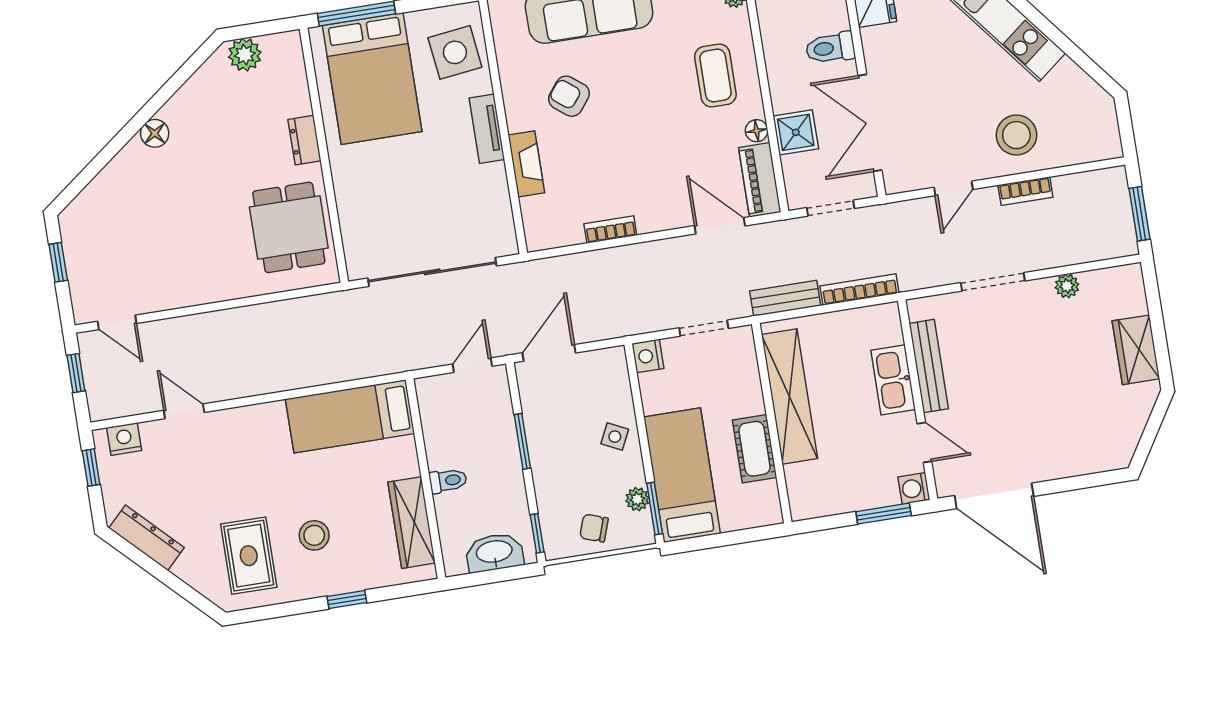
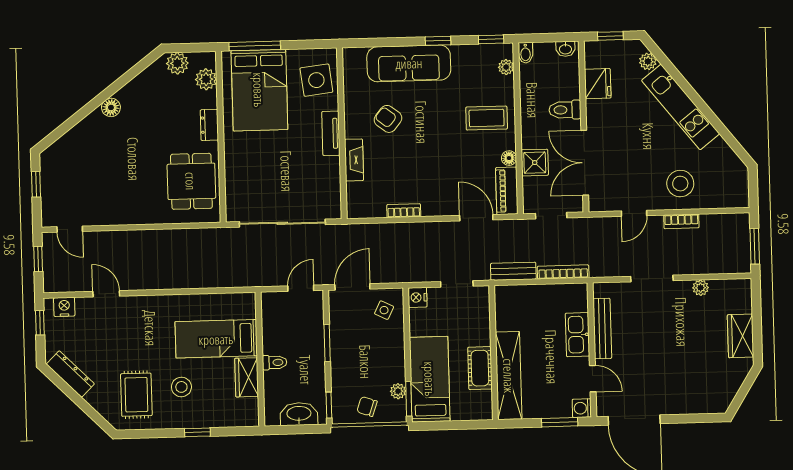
plant: (291, 73) -> (206, 79), added
coffee table: (715, 75) -> (487, 118), turned 90
shelving: (789, 396) -> (509, 376), moved
bed: (350, 416) -> (216, 339), moved
side table: (615, 437) -> (384, 310), moved
wardrobe: (412, 523) -> (247, 377), width x0.67

